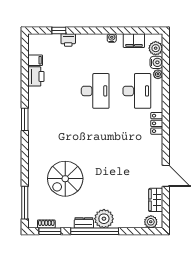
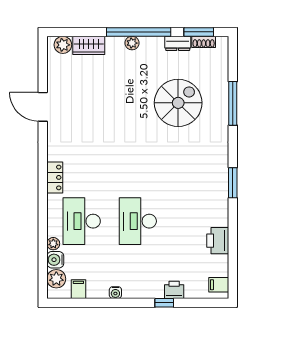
window: (59, 30) -> (164, 303), moved
filing cabinet: (134, 41) -> (78, 289), width x0.50
filing cabinet: (35, 60) -> (219, 285), moved
wardrobe: (156, 200) -> (89, 45), moved, turned 90
window: (25, 203) -> (233, 103), moved
plant: (104, 219) -> (132, 43), width x0.53, depth x0.53
dresser: (84, 223) -> (178, 43), moved

